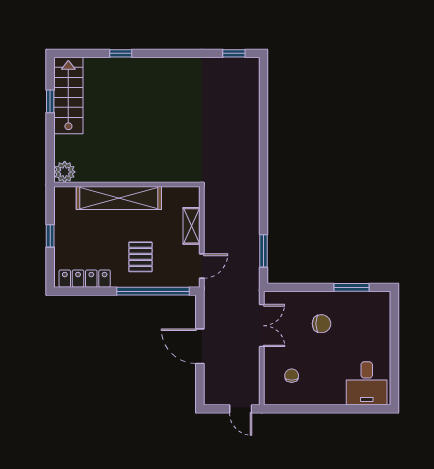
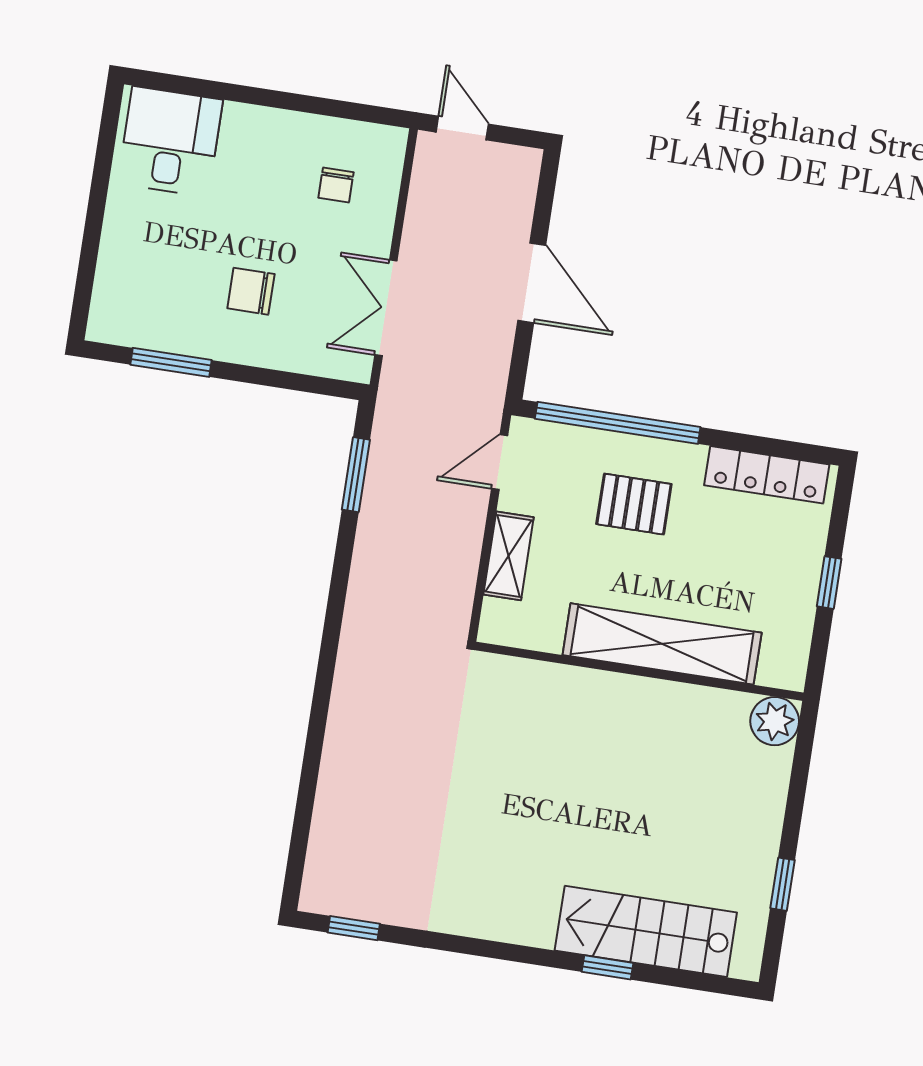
stairs: (68, 96) -> (646, 931), moved, turned 90
pallet: (140, 257) -> (634, 504), turned 90

